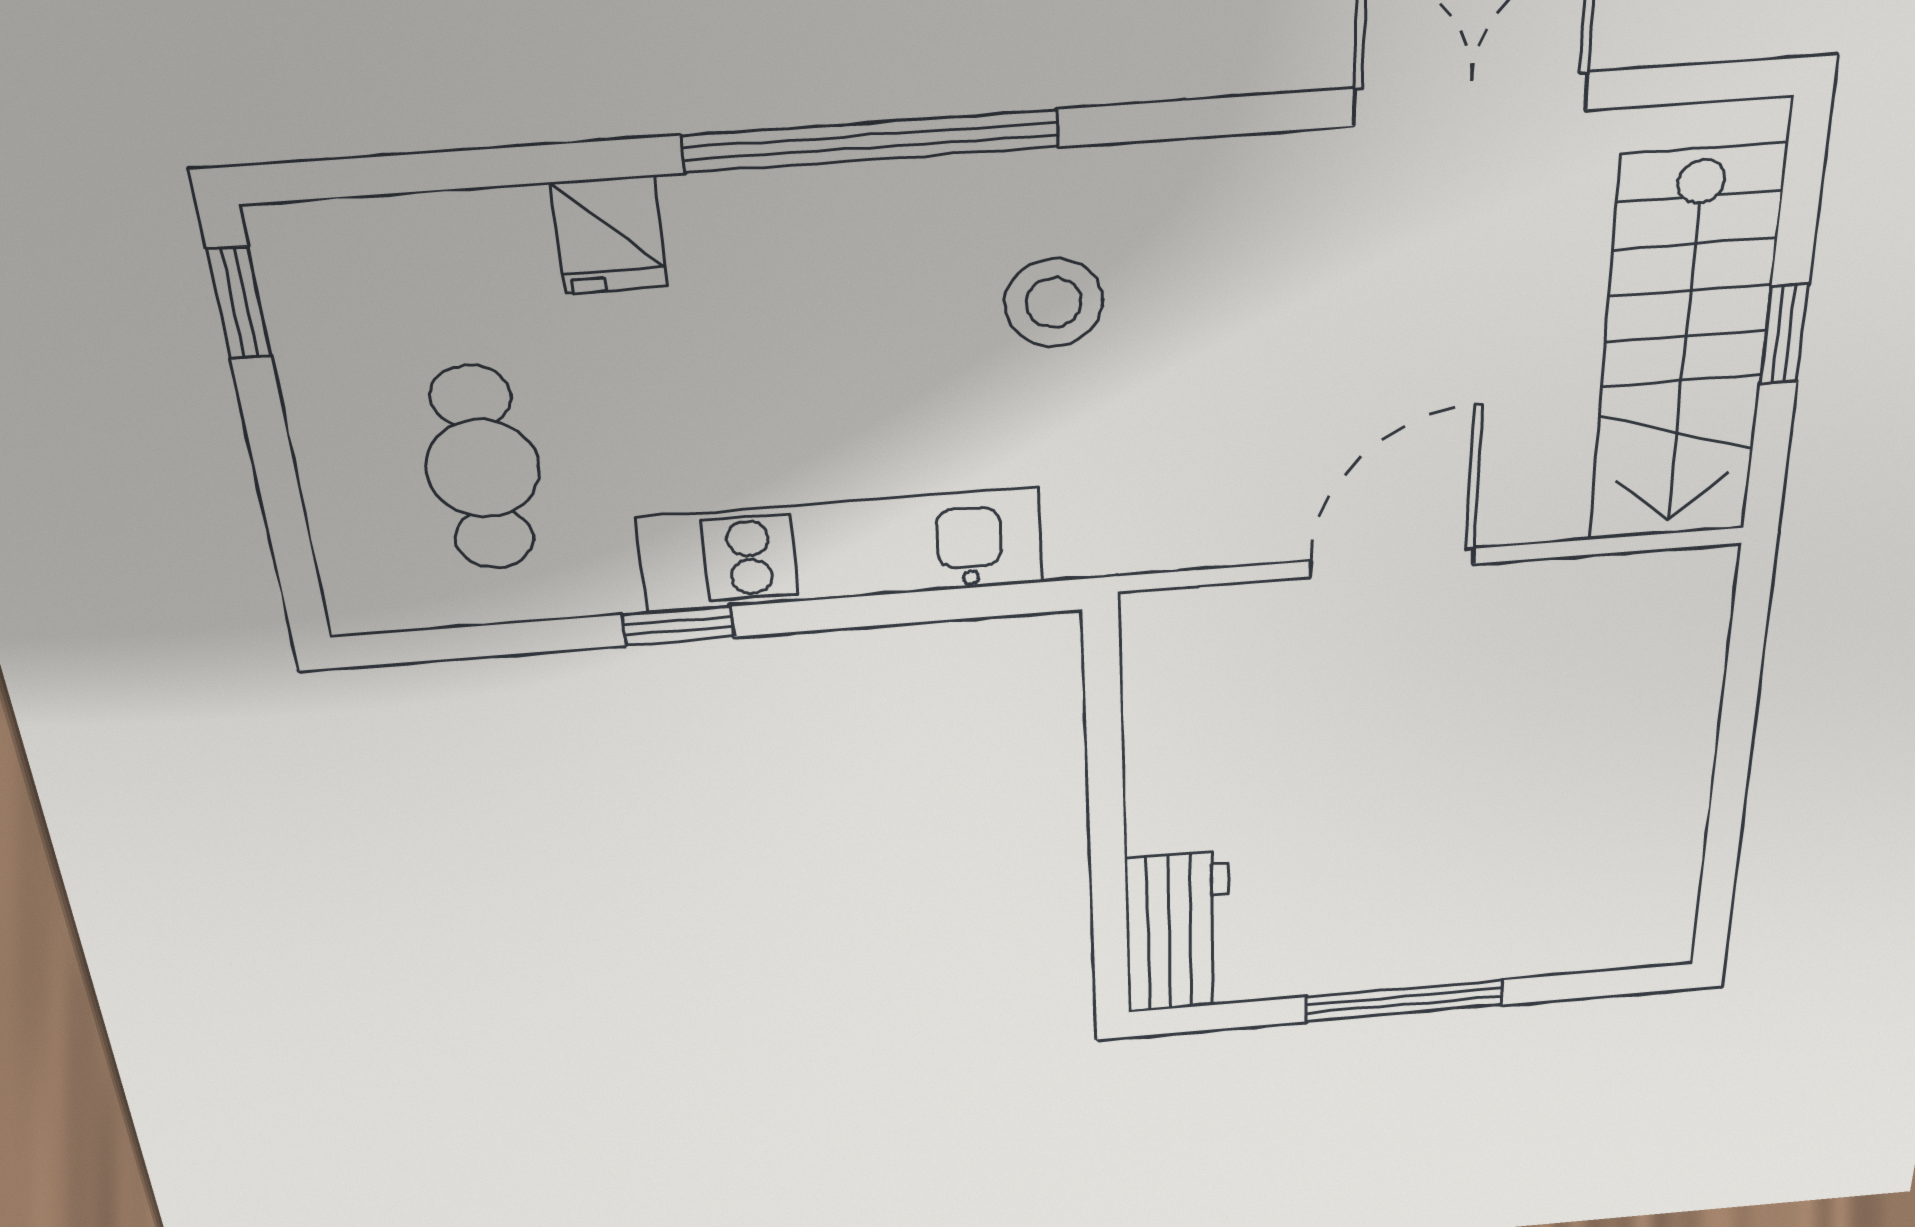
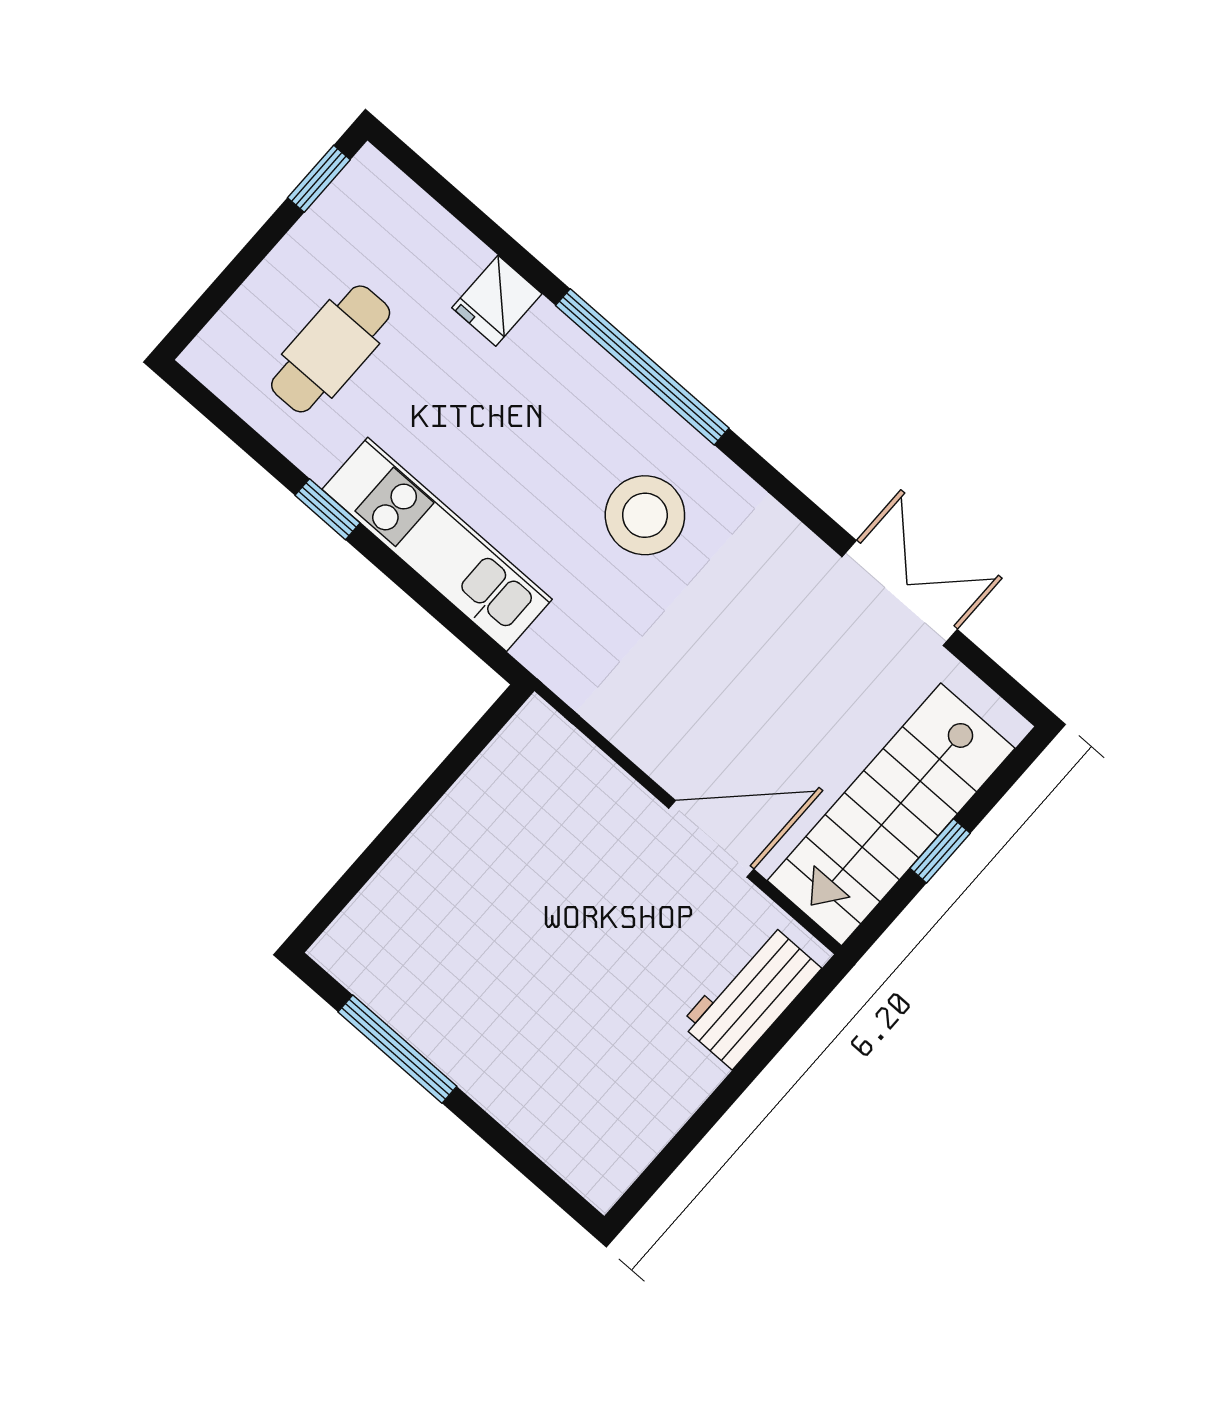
stool: (1054, 303) -> (645, 515), width x1.38, depth x1.38
door: (1392, 563) -> (711, 839), moved
workbench: (1178, 933) -> (751, 996), moved, turned 180
window: (1404, 1001) -> (397, 1049), moved

